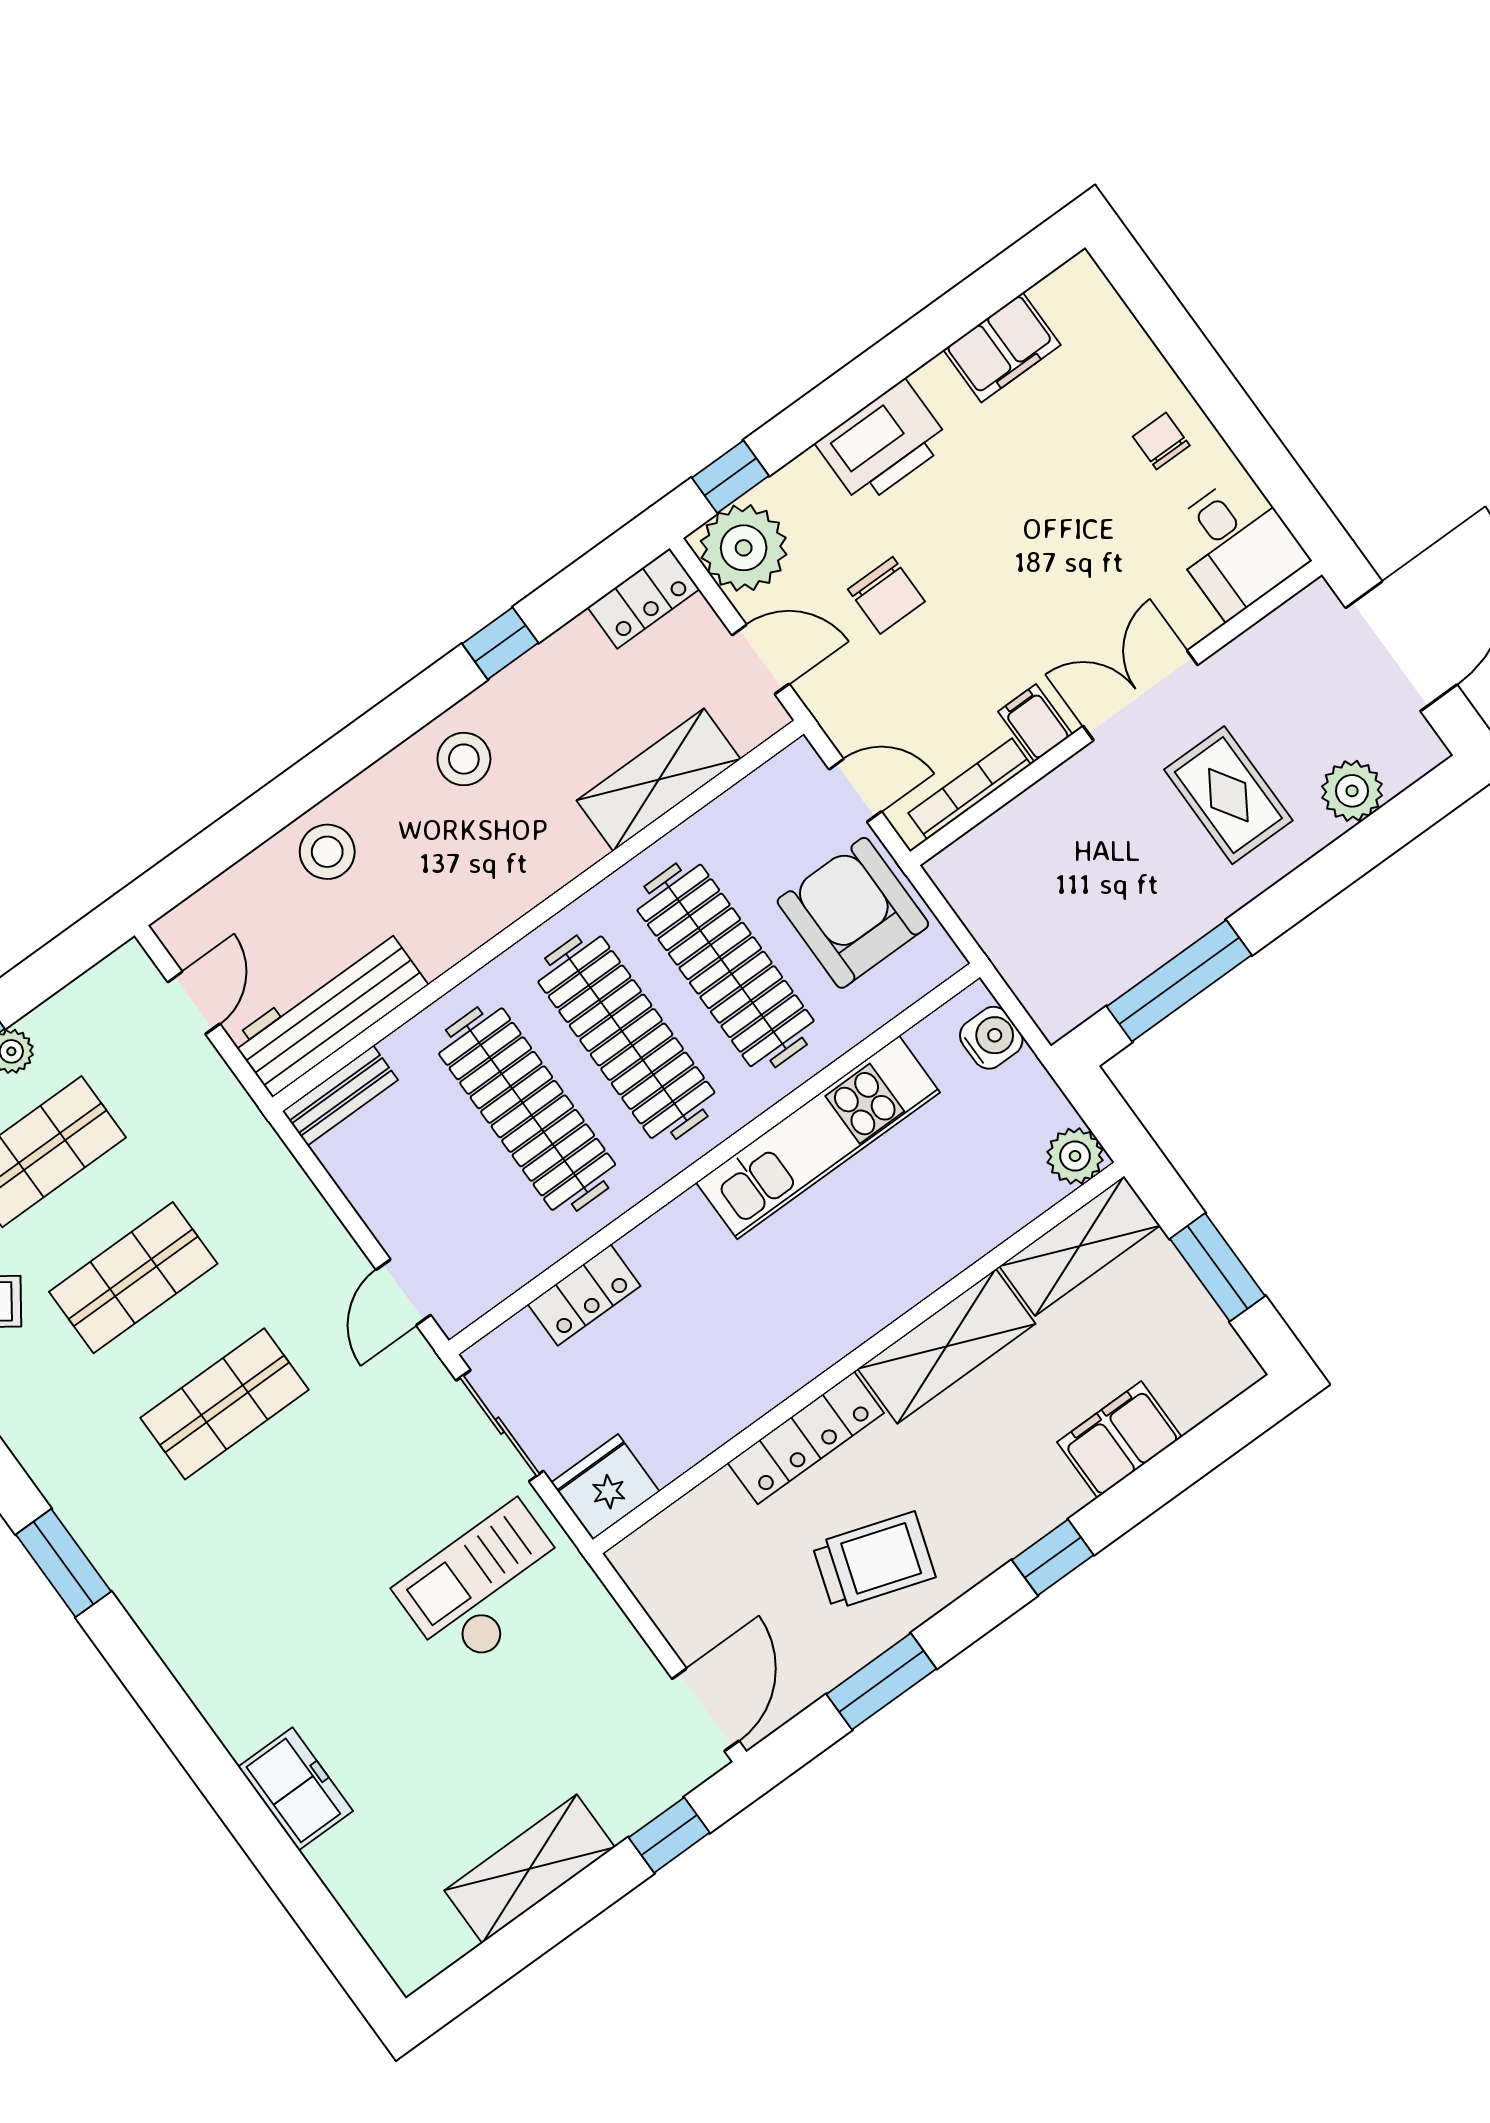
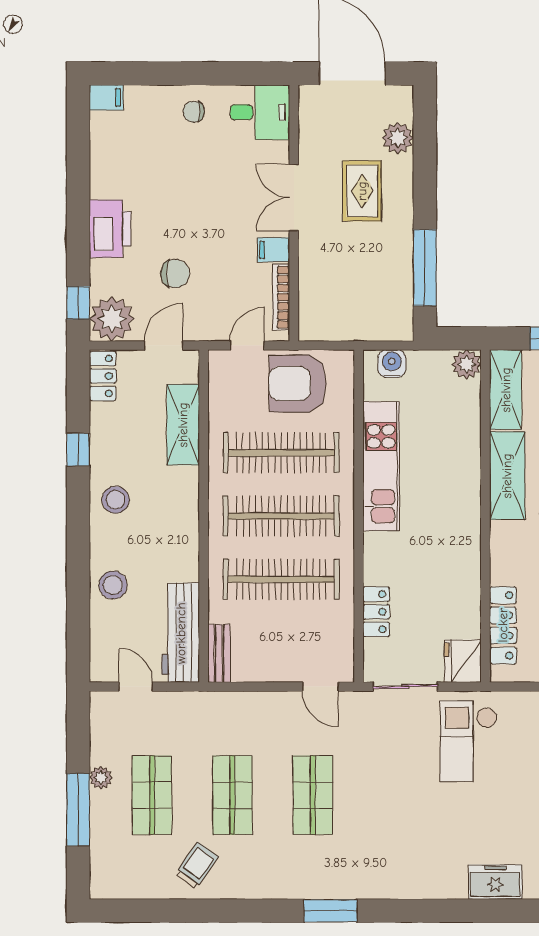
filing cabinet: (1002, 347) -> (106, 97), moved, width x0.50
rug: (1228, 795) -> (362, 191), turned 90
locker: (806, 1438) -> (503, 625), moved

